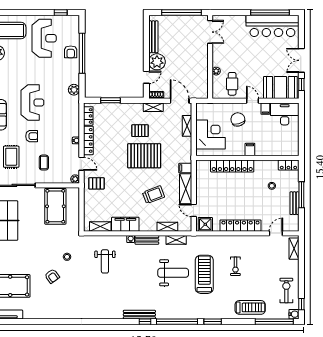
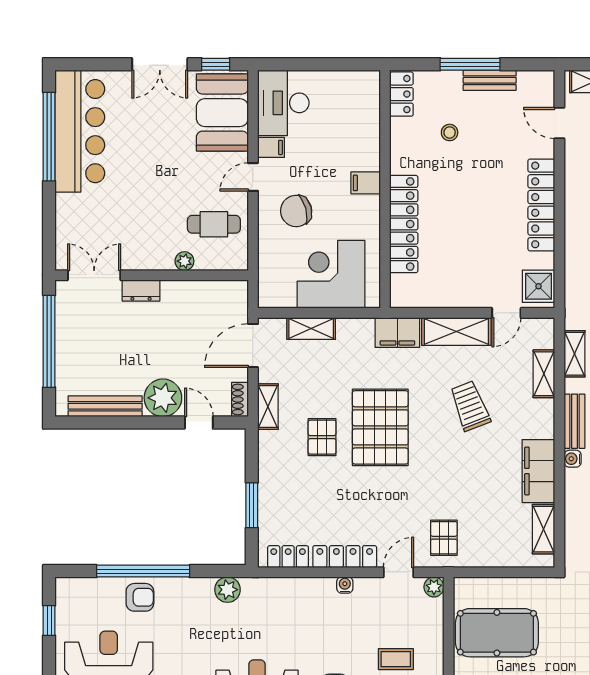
dresser: (203, 52) -> (141, 291), added
filing cabinet: (185, 168) -> (397, 333), width x2.00

